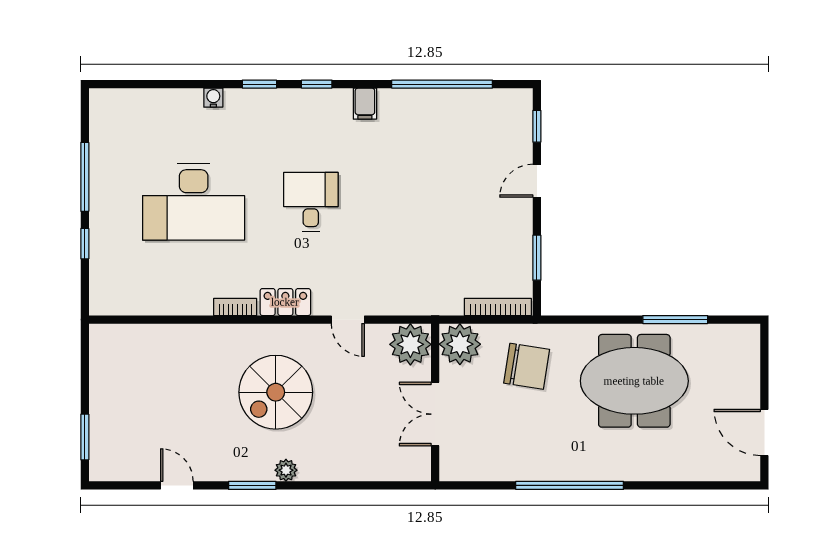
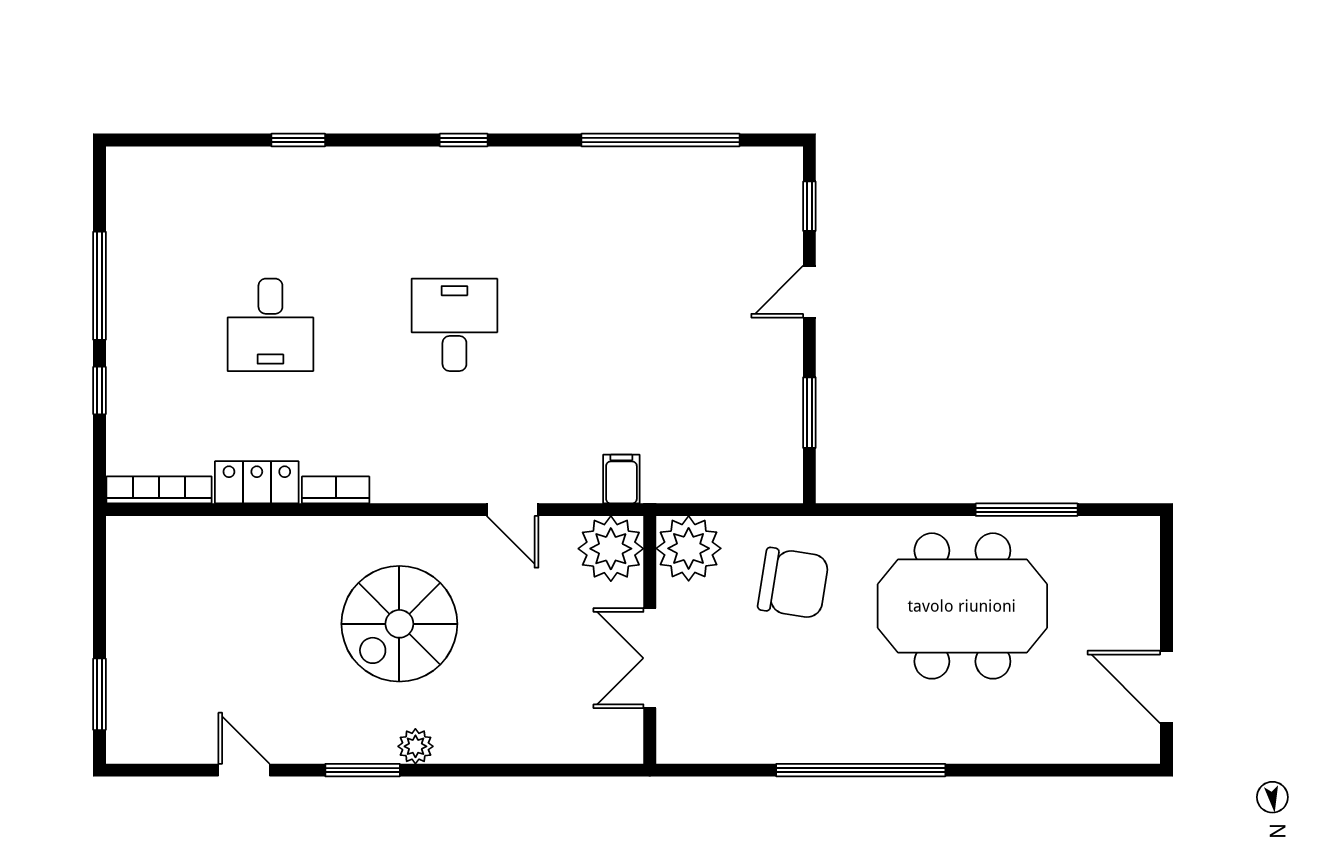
window: (259, 84) -> (298, 140), moved
water cooler: (213, 98) -> (301, 161), removed
filing cabinet: (365, 104) -> (621, 479), moved, turned 180
desk: (194, 202) -> (270, 325), width x0.53, depth x0.77
locker: (285, 302) -> (257, 482), moved
bookcase: (498, 307) -> (159, 490), moved

